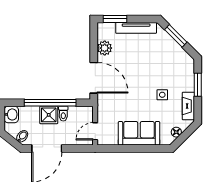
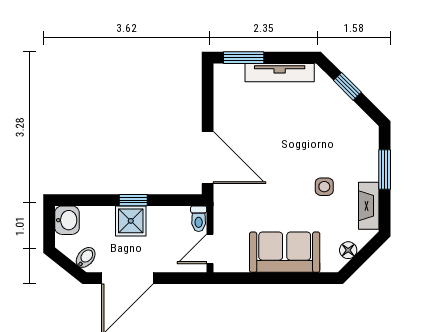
window: (176, 36) -> (347, 86), width x0.67
plant: (105, 48) -> (226, 107), removed
window: (50, 103) -> (133, 200), width x0.32
toilet: (63, 114) -> (199, 219), moved

